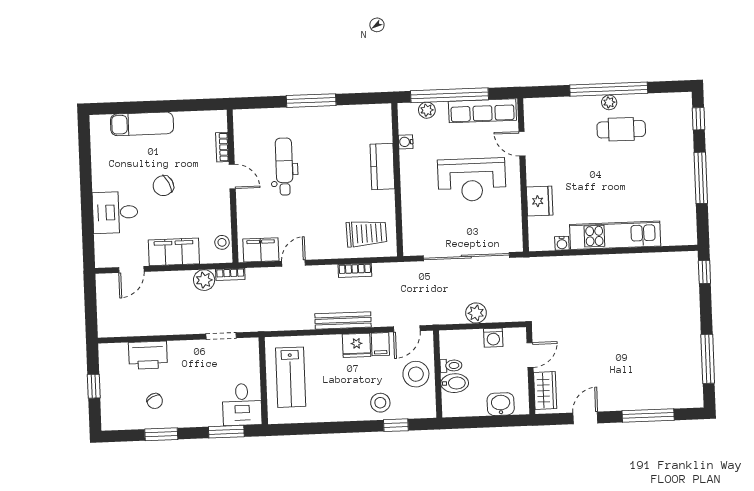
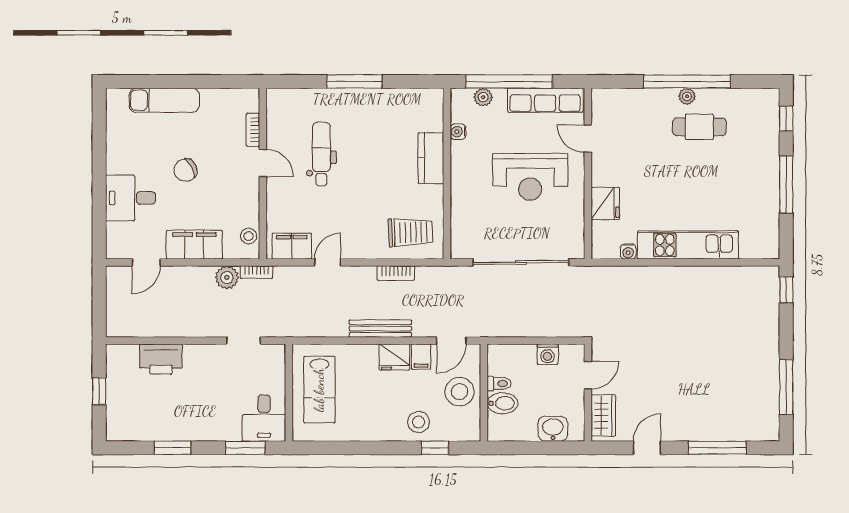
plant: (476, 313) -> (529, 326), removed
chair: (155, 401) -> (167, 410), removed

